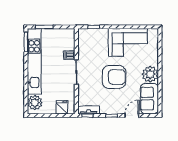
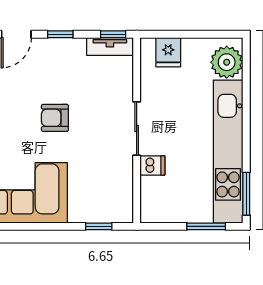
armchair: (114, 77) -> (55, 118), width x0.53, depth x0.53

